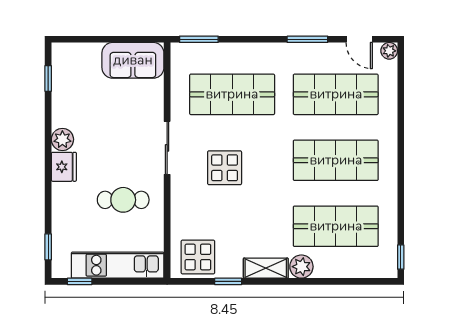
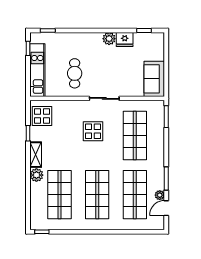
plant: (389, 51) -> (160, 195), moved
fridge: (64, 167) -> (125, 39), moved

